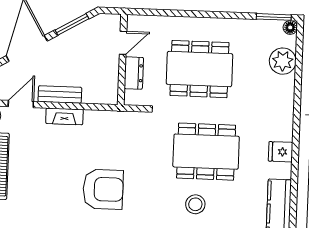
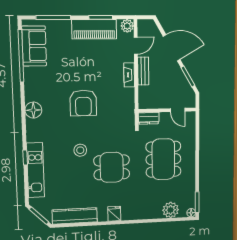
dresser: (134, 73) -> (149, 118), moved
door: (21, 104) -> (136, 46), hinge flipped
dining table: (206, 152) -> (112, 167), width x0.73
stool: (195, 204) -> (80, 150), moved

